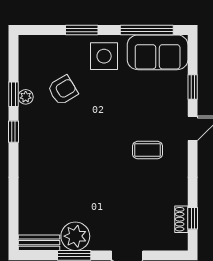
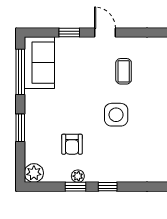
plant: (29, 46) -> (34, 173), added
side table: (104, 56) -> (116, 115), moved
armchair: (63, 90) -> (72, 144), turned -149

